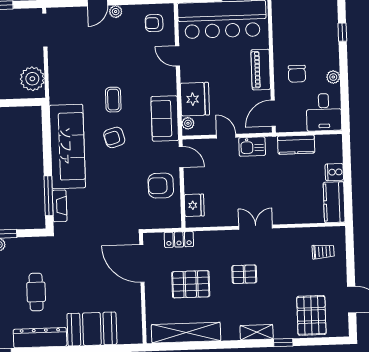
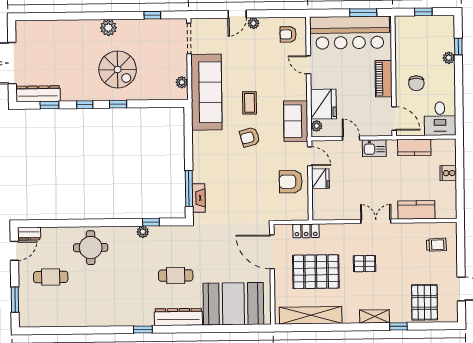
plant: (333, 77) -> (449, 58), moved
plant: (32, 79) -> (182, 82), width x0.53, depth x0.53
door: (273, 113) -> (394, 119), swing flipped
sofa: (67, 146) -> (206, 92), moved
kitchen counter: (334, 202) -> (416, 210), moved, turned 90
fridge: (194, 205) -> (320, 179), moved
pallet: (191, 284) -> (316, 272), width x1.37, depth x1.41
cafe table: (36, 292) -> (176, 276), turned 90
booth: (92, 329) -> (233, 304), width x1.36, depth x1.42

